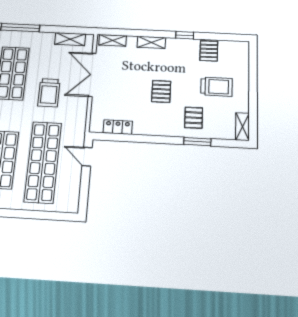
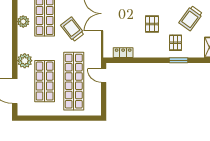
trolley: (216, 87) -> (191, 18), turned 126
trolley: (49, 93) -> (72, 29), turned 142

